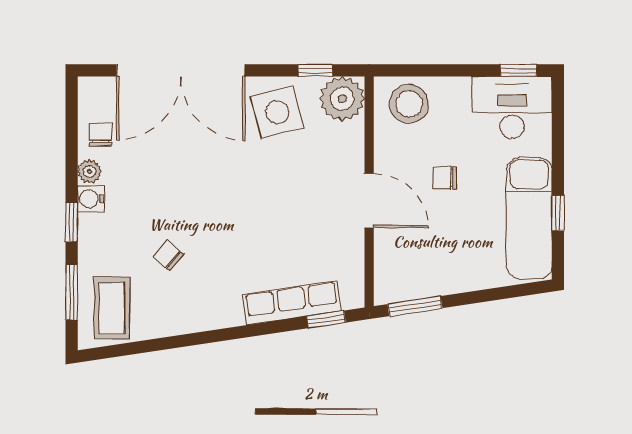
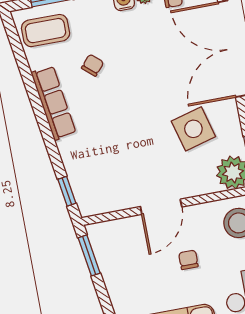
side table: (277, 112) -> (193, 129), moved
row of seats: (292, 303) -> (54, 103), moved

